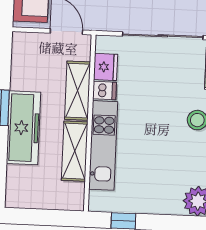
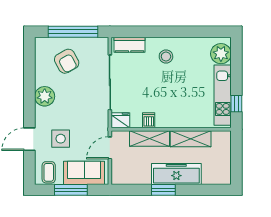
fridge: (106, 67) -> (121, 120), moved
kitchen unit: (103, 145) -> (223, 95), moved, turned -90

